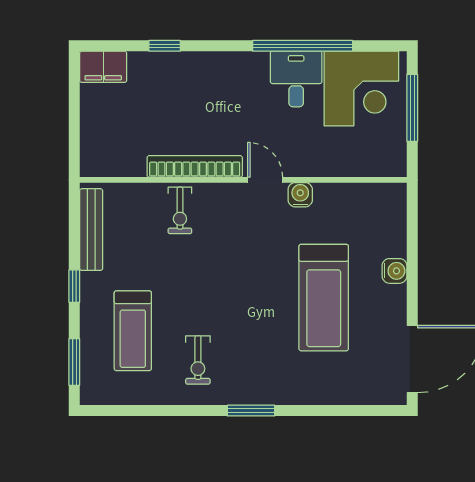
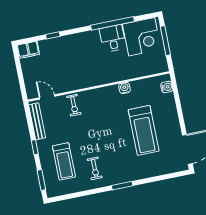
bookcase: (195, 166) -> (76, 85), removed
door: (265, 180) -> (47, 97), moved
water cooler: (394, 271) -> (167, 87), moved

